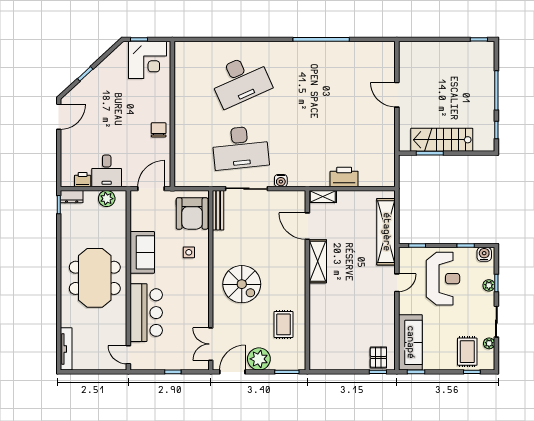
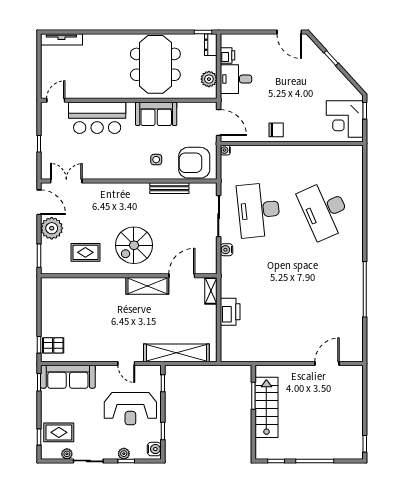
door: (397, 95) -> (327, 363), moved
water cooler: (179, 182) -> (225, 150), added
bench: (218, 210) -> (169, 188), moved
meeting table: (95, 278) -> (155, 64), moved, turned 90
spiral stairs: (242, 284) -> (134, 245), moved

